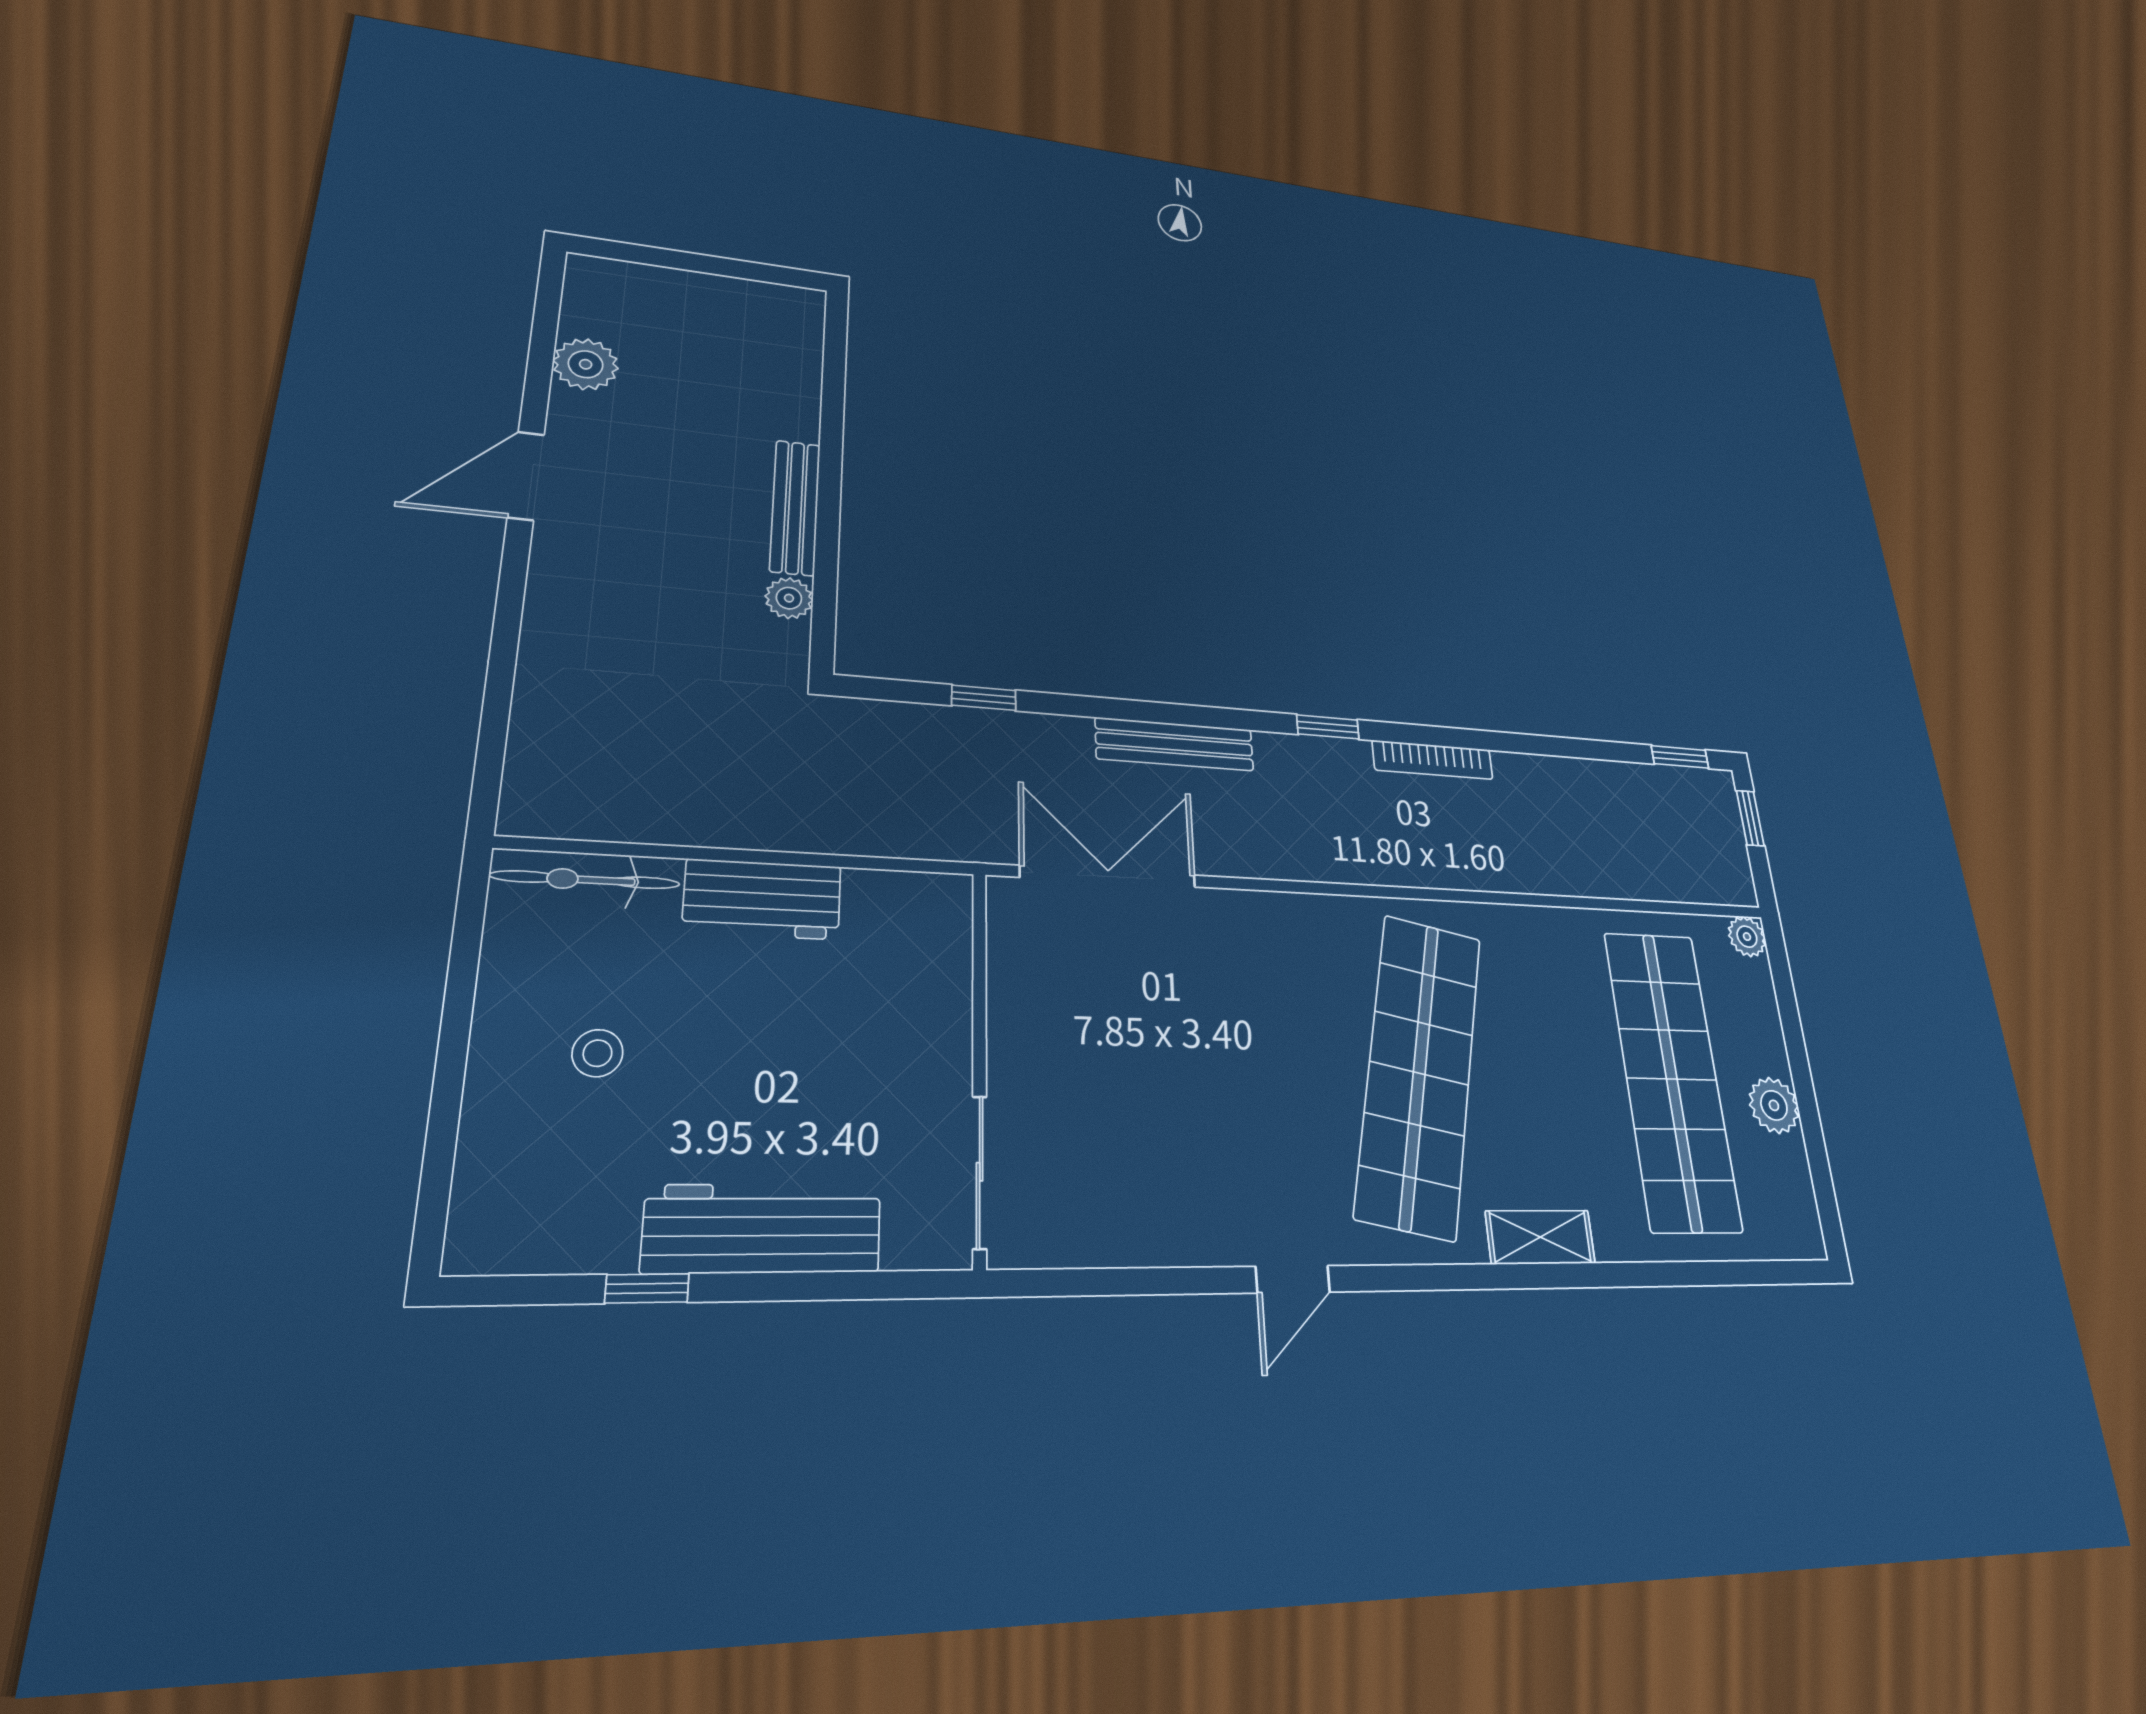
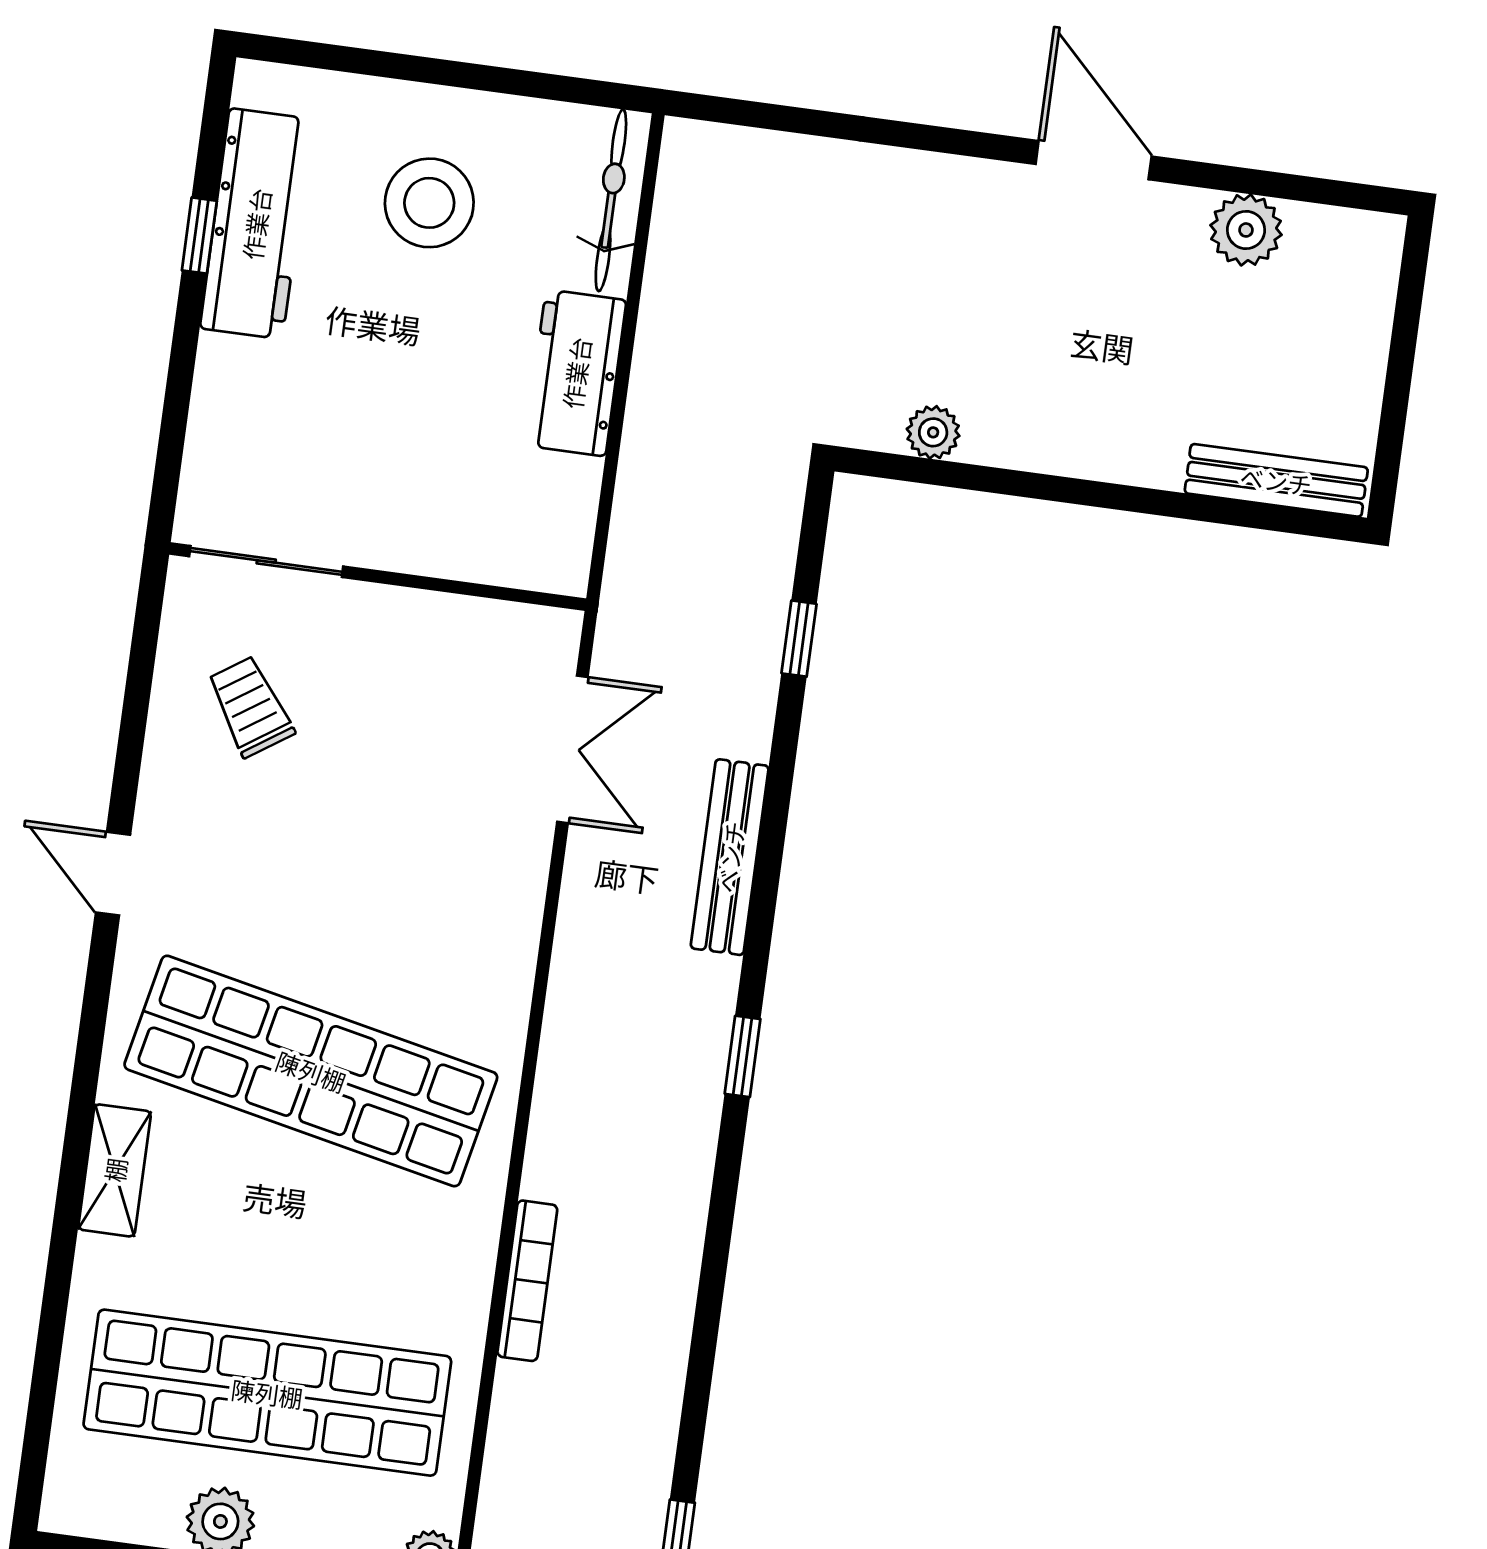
bench: (795, 507) -> (1276, 480), moved
bookcase: (1433, 760) -> (527, 1281), moved, turned 180
double door: (1108, 876) -> (572, 749), width x0.73
stool: (597, 1053) -> (429, 203), width x1.89, depth x1.89
trolley: (1119, 1169) -> (250, 707), added
workbench: (763, 1228) -> (256, 224), moved

